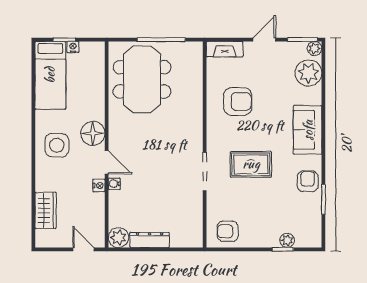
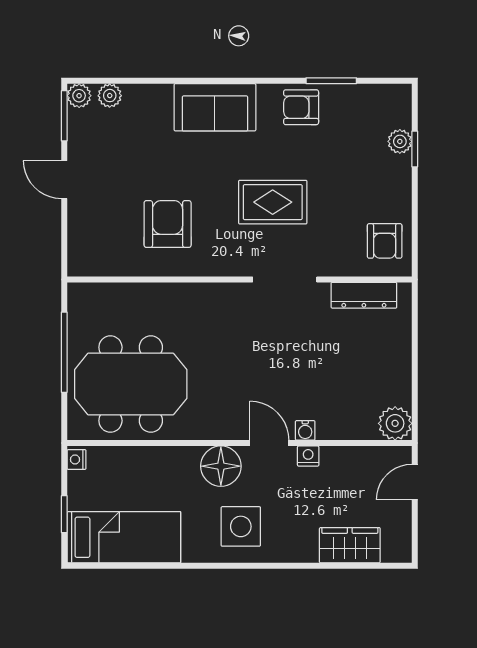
nightstand: (73, 47) -> (76, 459), moved
fireplace: (225, 49) -> (80, 246), removed
plant: (308, 73) -> (110, 96), width x0.53, depth x0.53
door: (107, 162) -> (269, 443), hinge flipped
rug: (251, 164) -> (273, 202), turned 90
dresser: (150, 240) -> (364, 295), moved, turned -90

